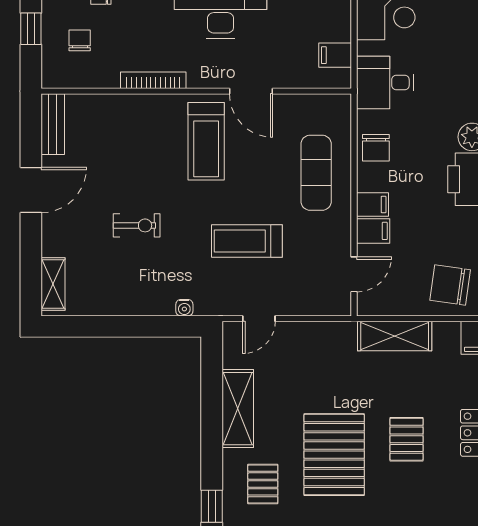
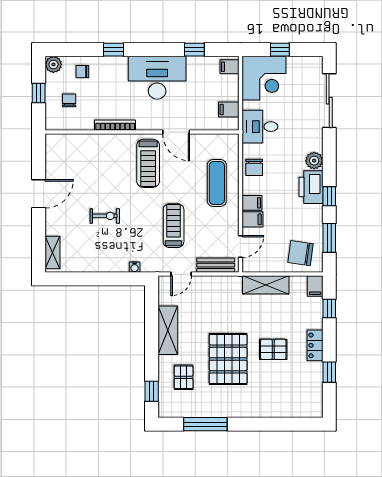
bench: (53, 124) -> (216, 265), moved, turned 90
treadmill: (247, 241) -> (174, 226), turned 90
pallet: (407, 439) -> (273, 349), turned 90

